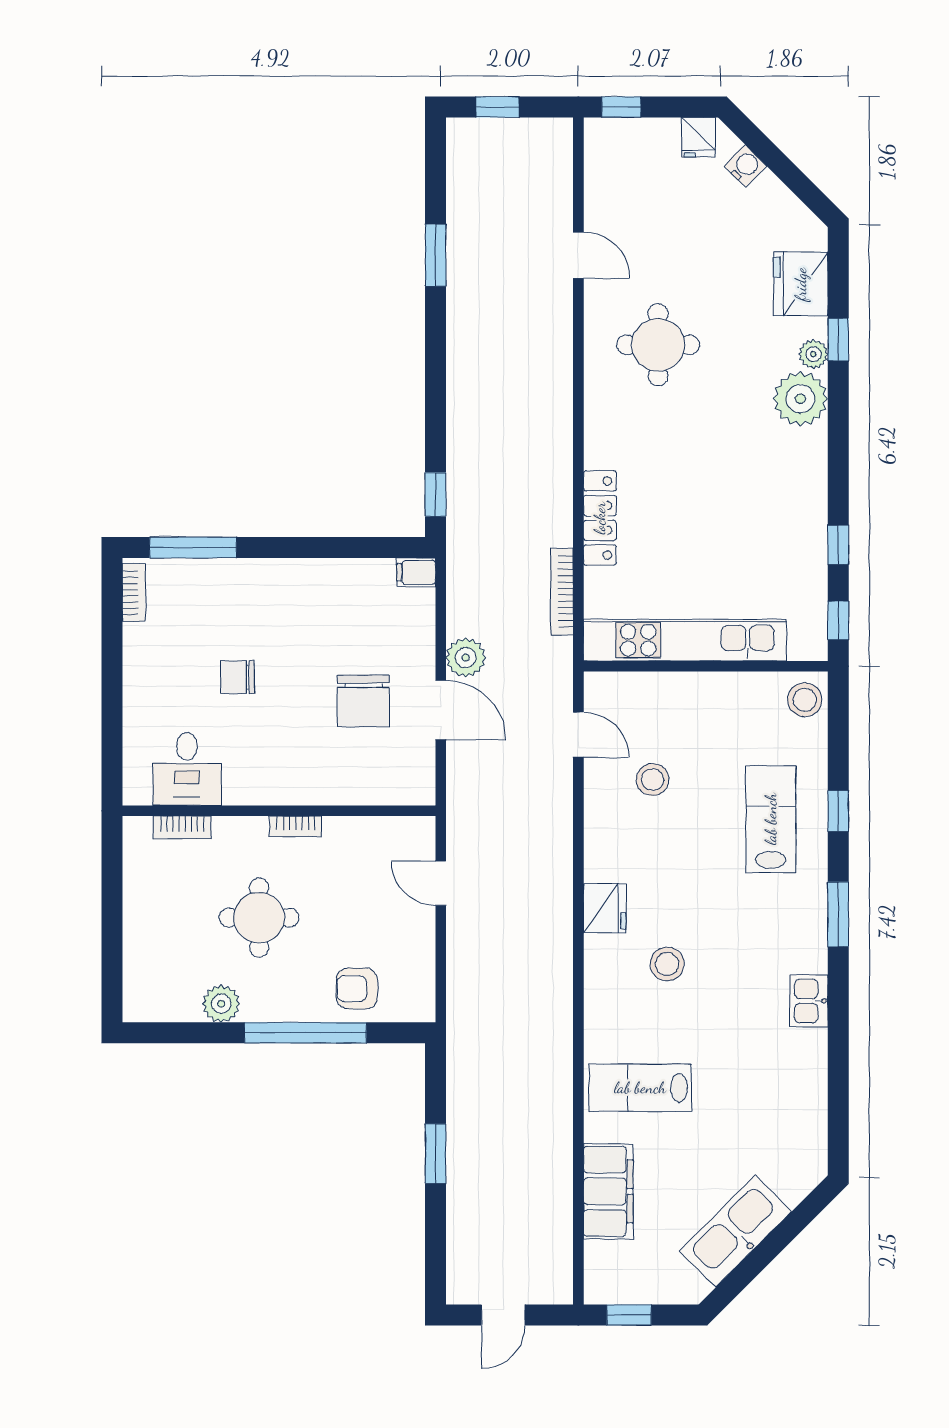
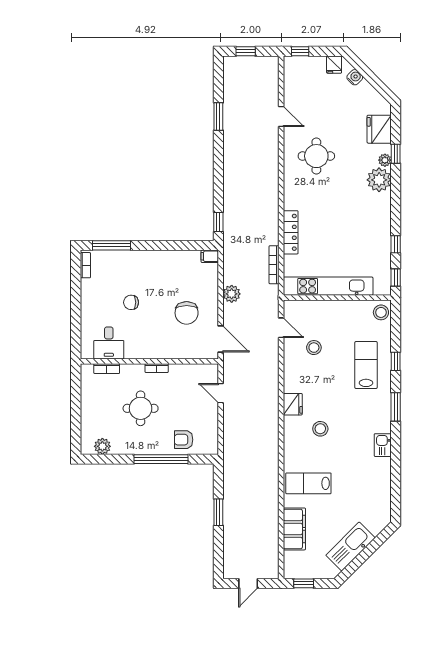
door: (441, 710) -> (221, 339), moved
plant: (221, 1004) -> (102, 446), moved

